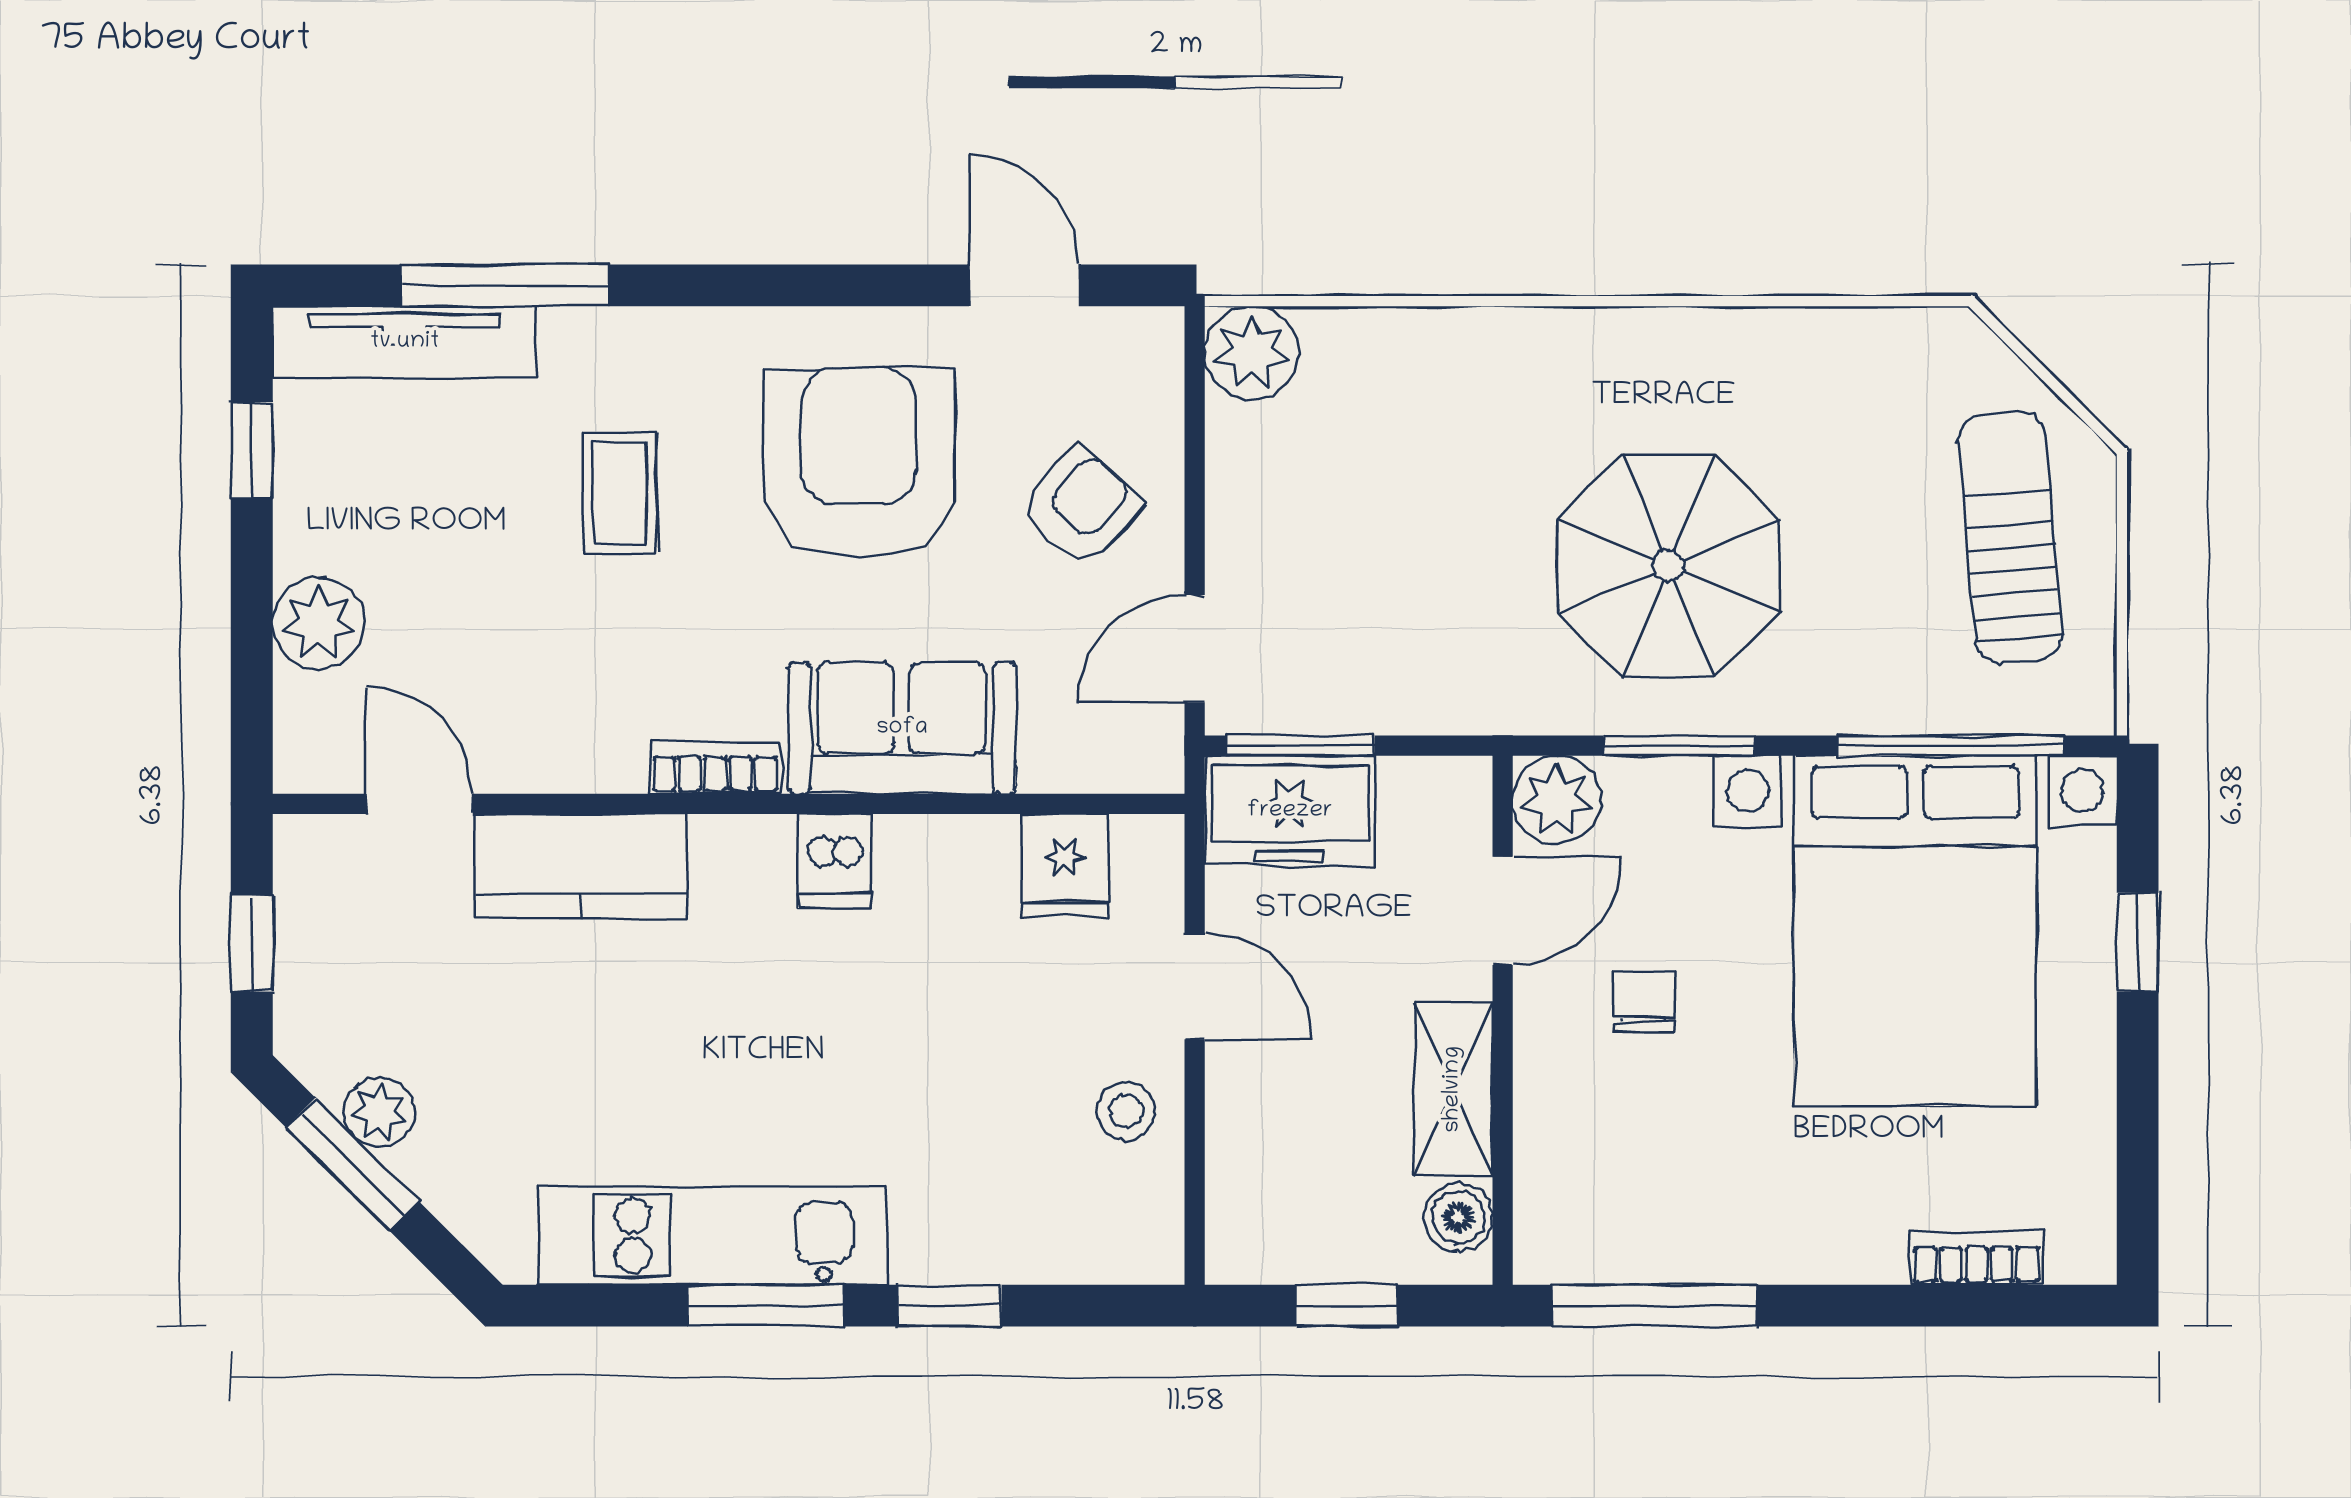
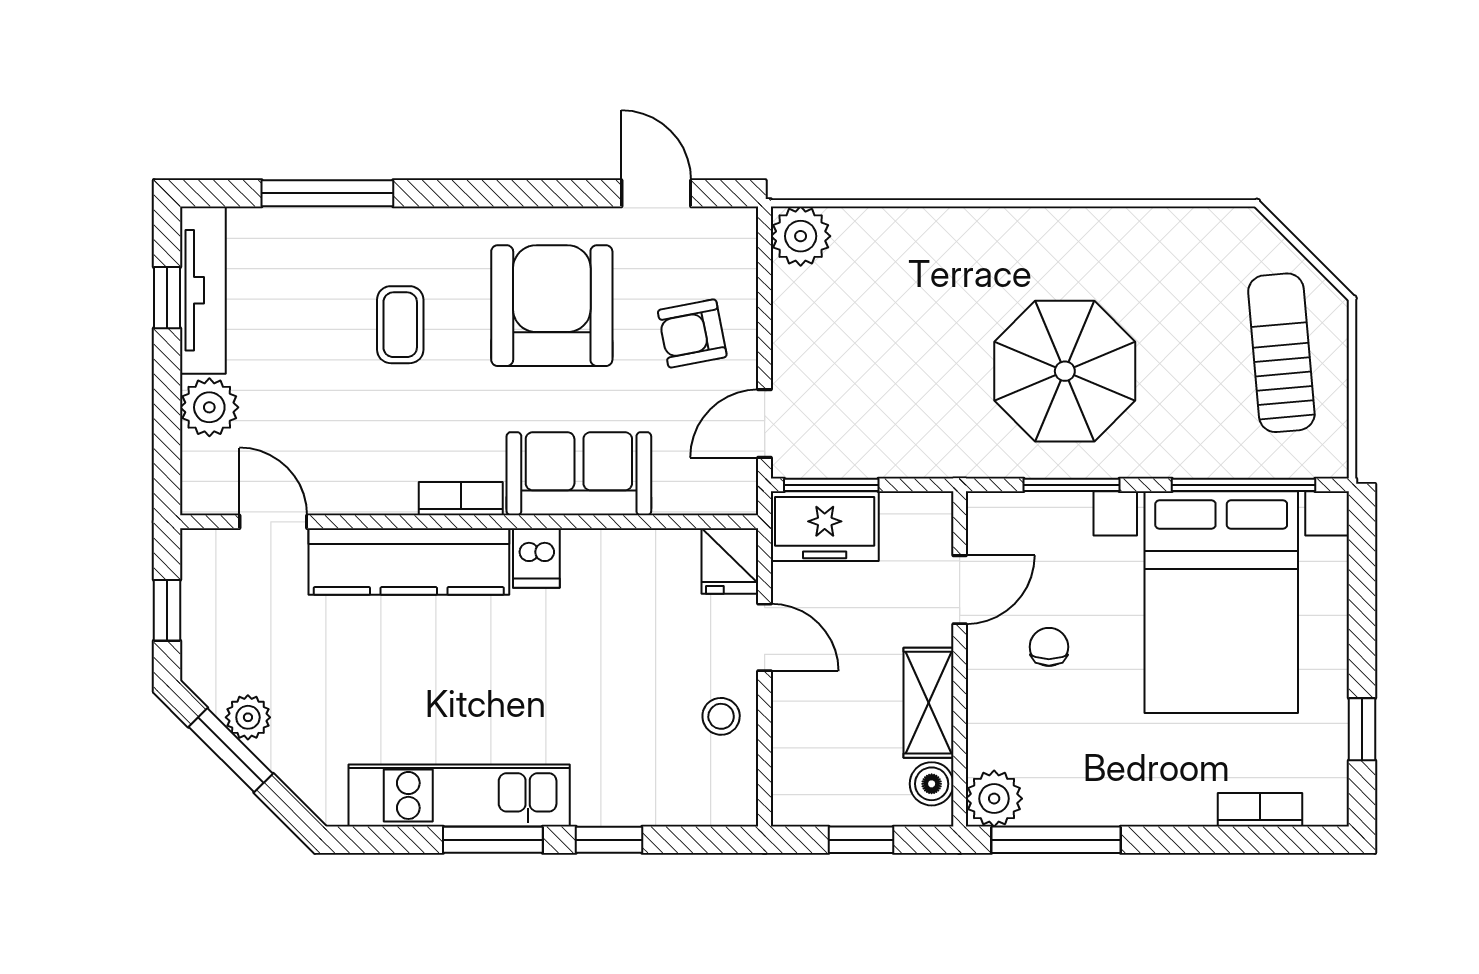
tv unit: (405, 342) -> (203, 290), moved, turned -90
armchair: (1081, 507) -> (692, 334), turned -143
plant: (1557, 800) -> (994, 799), moved
kitchen counter: (581, 866) -> (409, 562), width x1.50
fridge: (1065, 866) -> (729, 561), moved
window: (2138, 942) -> (1362, 729), moved

